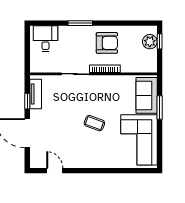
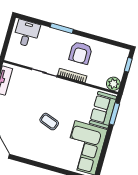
plant: (150, 42) -> (113, 84), moved
armchair: (107, 43) -> (81, 53), turned 90
window: (160, 107) -> (114, 114), moved

